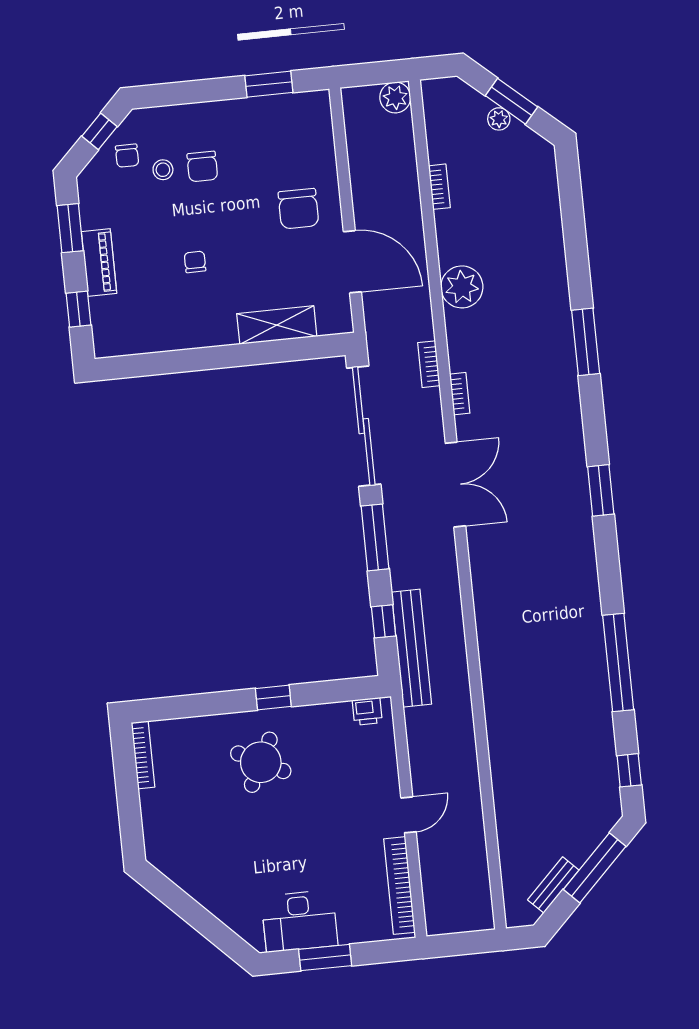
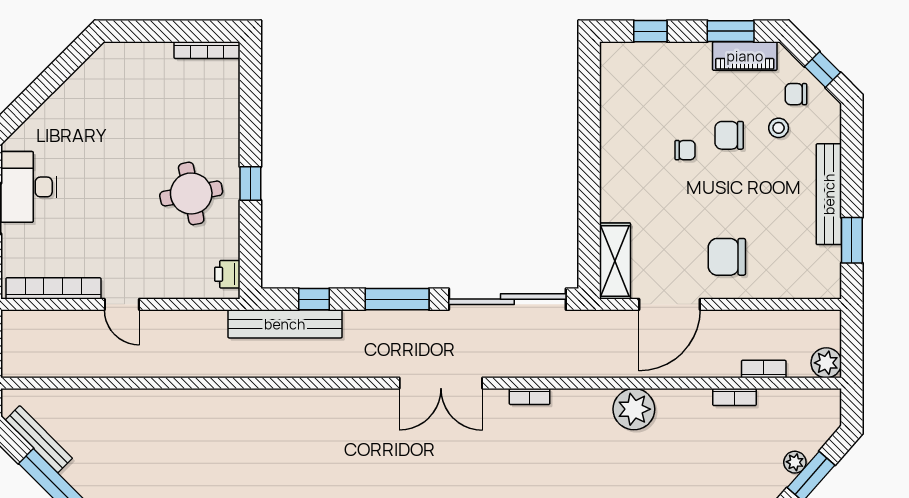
bench: (225, 112) -> (829, 194), added
chair: (202, 166) -> (729, 135), moved
piano: (99, 262) -> (745, 56), moved
shelving: (277, 325) -> (615, 261), moved
bookcase: (429, 364) -> (764, 369), moved
round table: (261, 762) -> (191, 193), moved, turned -38
bench: (553, 885) -> (39, 439), width x1.36

